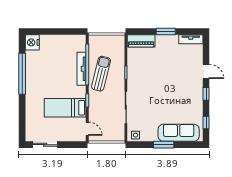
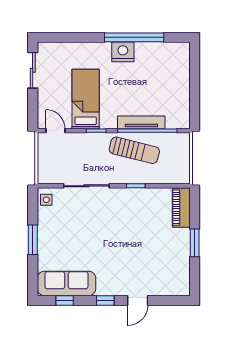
tv unit: (191, 39) -> (183, 279), removed
nightstand: (32, 42) -> (123, 52), moved
door: (87, 129) -> (55, 131), swing flipped
sofa: (179, 133) -> (66, 283), moved, turned -90

